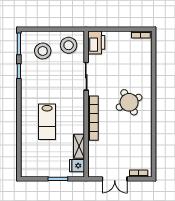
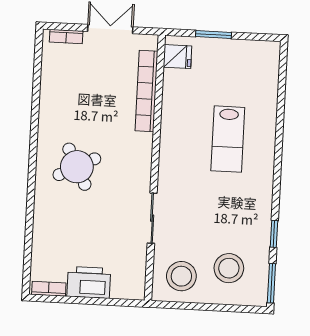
printer: (96, 42) -> (89, 282), moved, turned 90
bookcase: (93, 118) -> (146, 91), moved
lab bench: (47, 122) -> (228, 139), turned 180
shelving: (79, 146) -> (172, 92), removed

